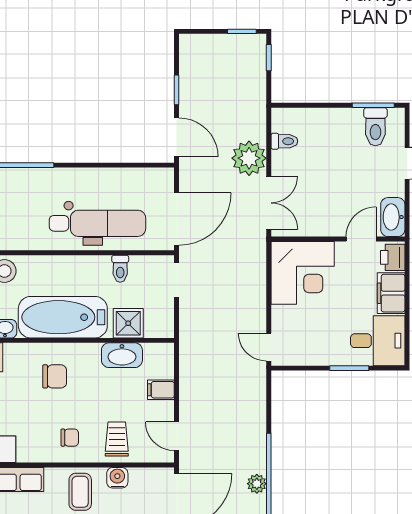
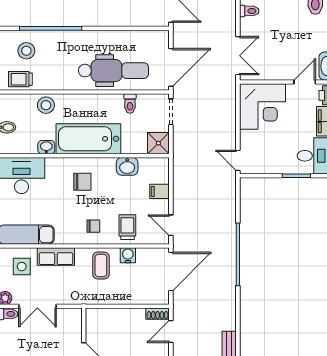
plant: (249, 158) -> (224, 23), removed
shower: (128, 323) -> (158, 143), moved
washbasin: (122, 355) -> (127, 166), width x0.72
plant: (257, 484) -> (229, 260), removed

